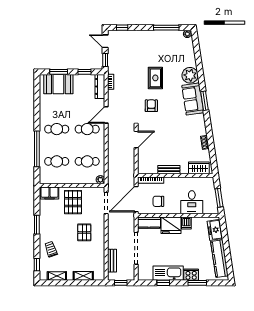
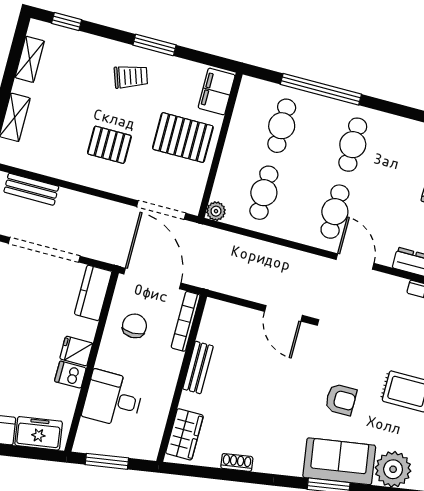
armchair: (151, 106) -> (341, 400), moved
fridge: (171, 225) -> (76, 351), width x0.53, depth x0.75
trolley: (51, 249) -> (131, 77), moved

